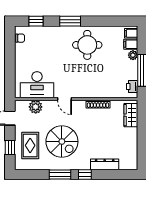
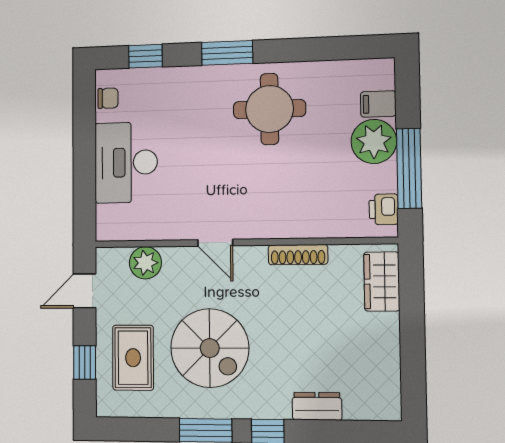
filing cabinet: (131, 33) -> (379, 77), removed
plant: (133, 55) -> (374, 141), width x1.88, depth x1.88
desk: (37, 85) -> (126, 162), moved, turned 90
dresser: (105, 164) -> (317, 406), width x0.70

